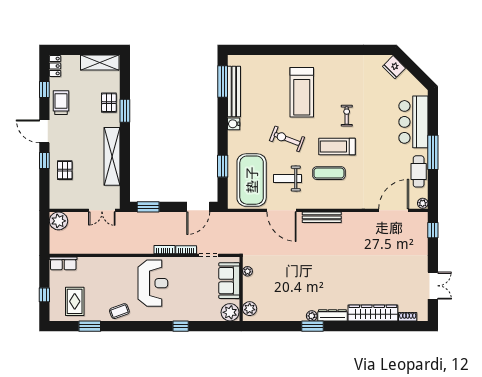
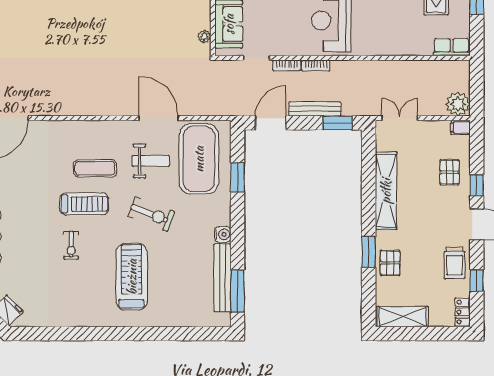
filing cabinet: (57, 204) -> (460, 127), added
bench: (322, 217) -> (315, 109), moved

